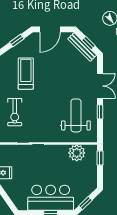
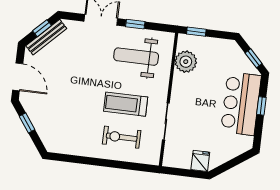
treadmill: (26, 74) -> (126, 104), moved
exercise bike: (15, 112) -> (122, 137), turned 180

